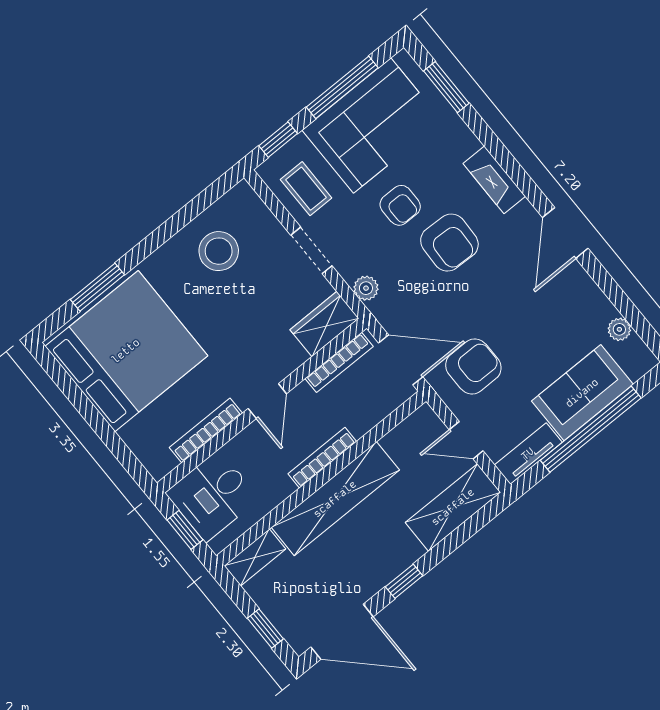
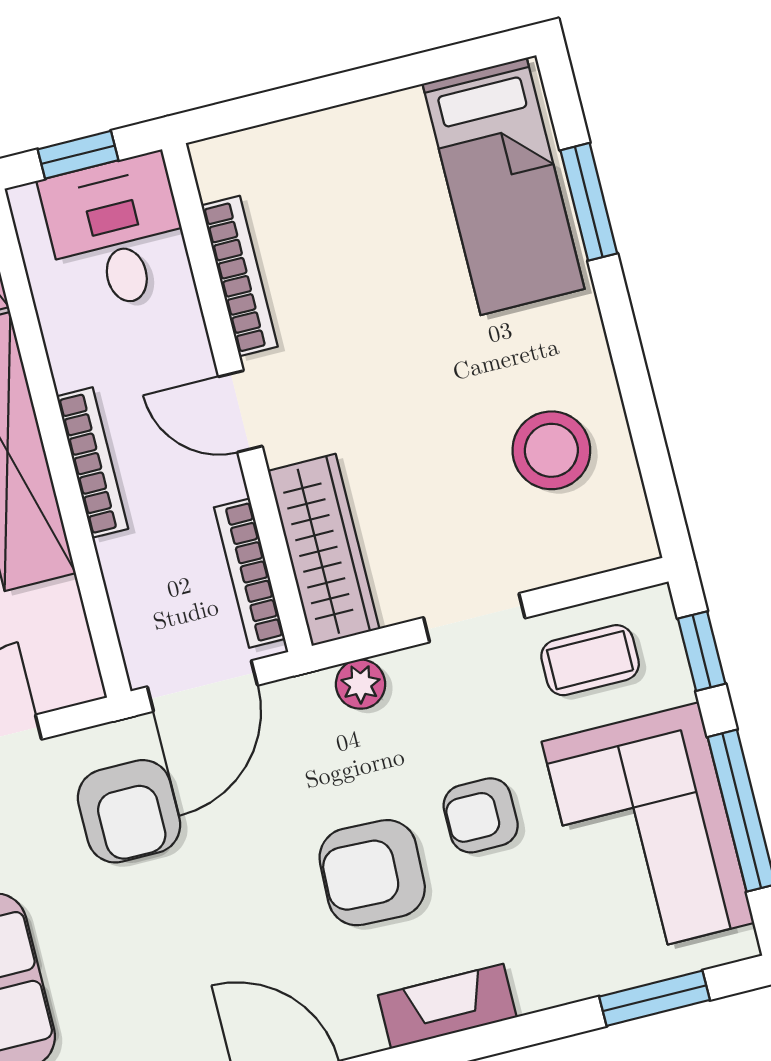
wardrobe: (324, 324) -> (324, 550), width x1.50
bed: (126, 351) -> (504, 186), width x0.49

